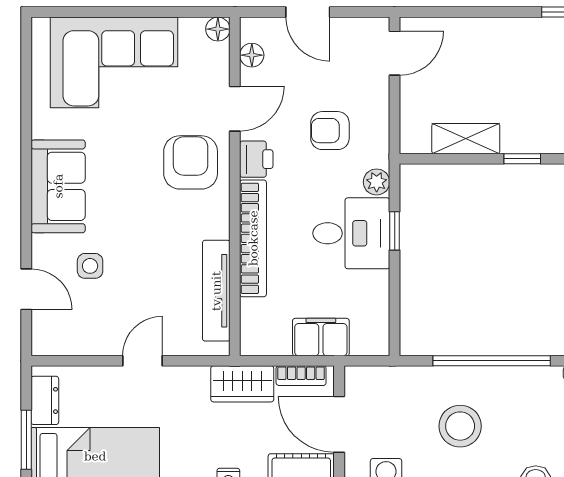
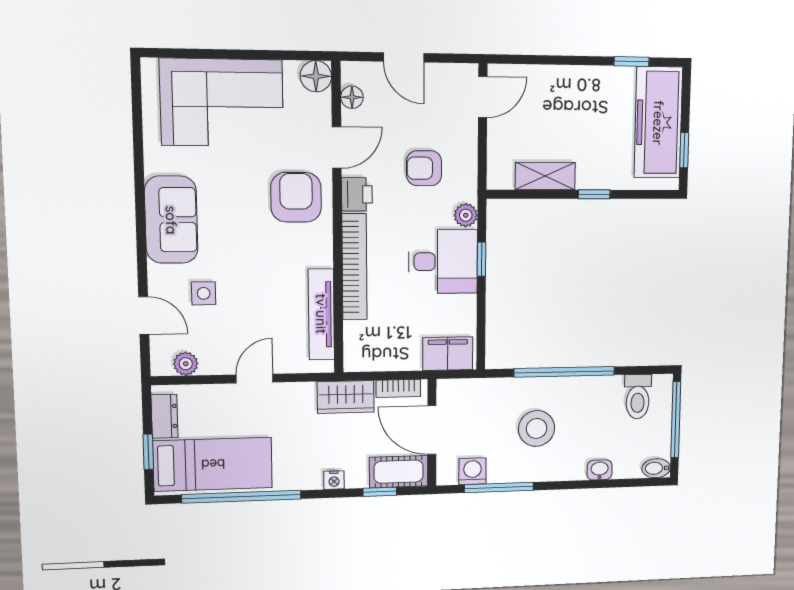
floor lamp: (218, 29) -> (316, 76), width x1.37, depth x1.37
filing cabinet: (321, 337) -> (448, 354), moved
plant: (69, 343) -> (186, 364), added
window: (26, 440) -> (148, 452), width x0.67

